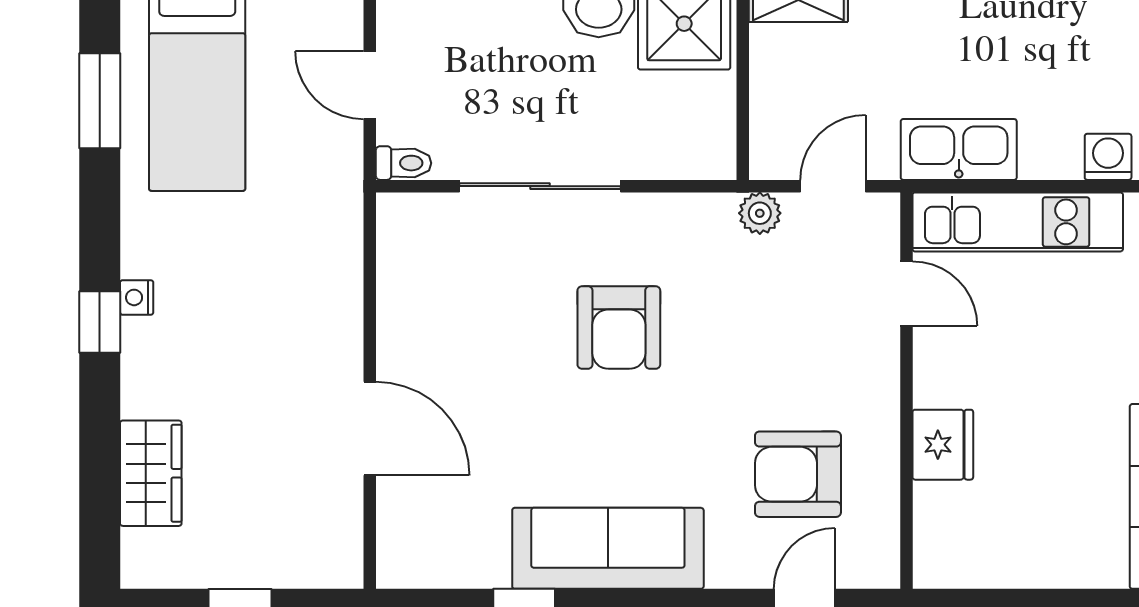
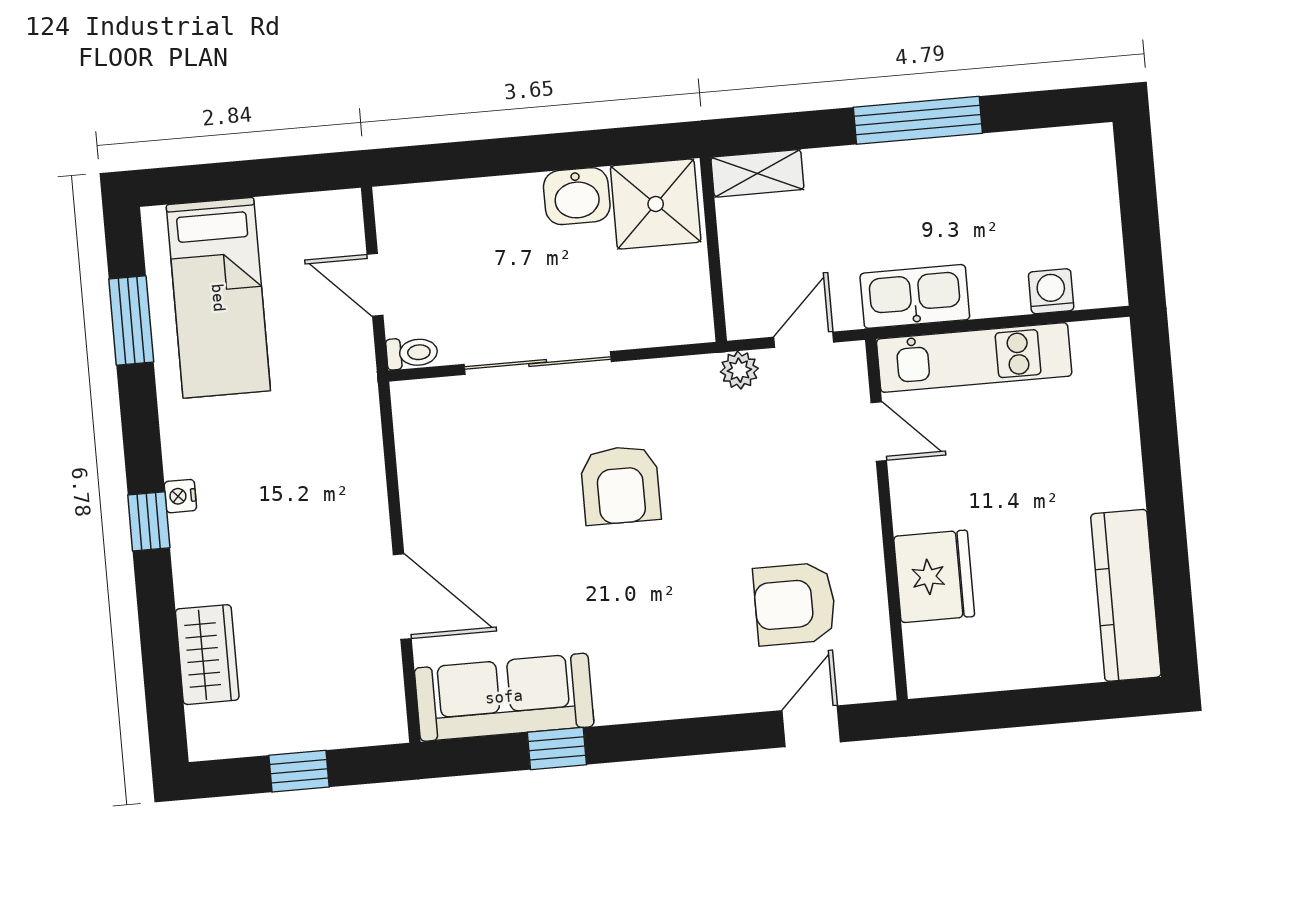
fridge: (943, 445) -> (934, 576), width x1.36, depth x1.34
sofa: (608, 548) -> (504, 697), moved

